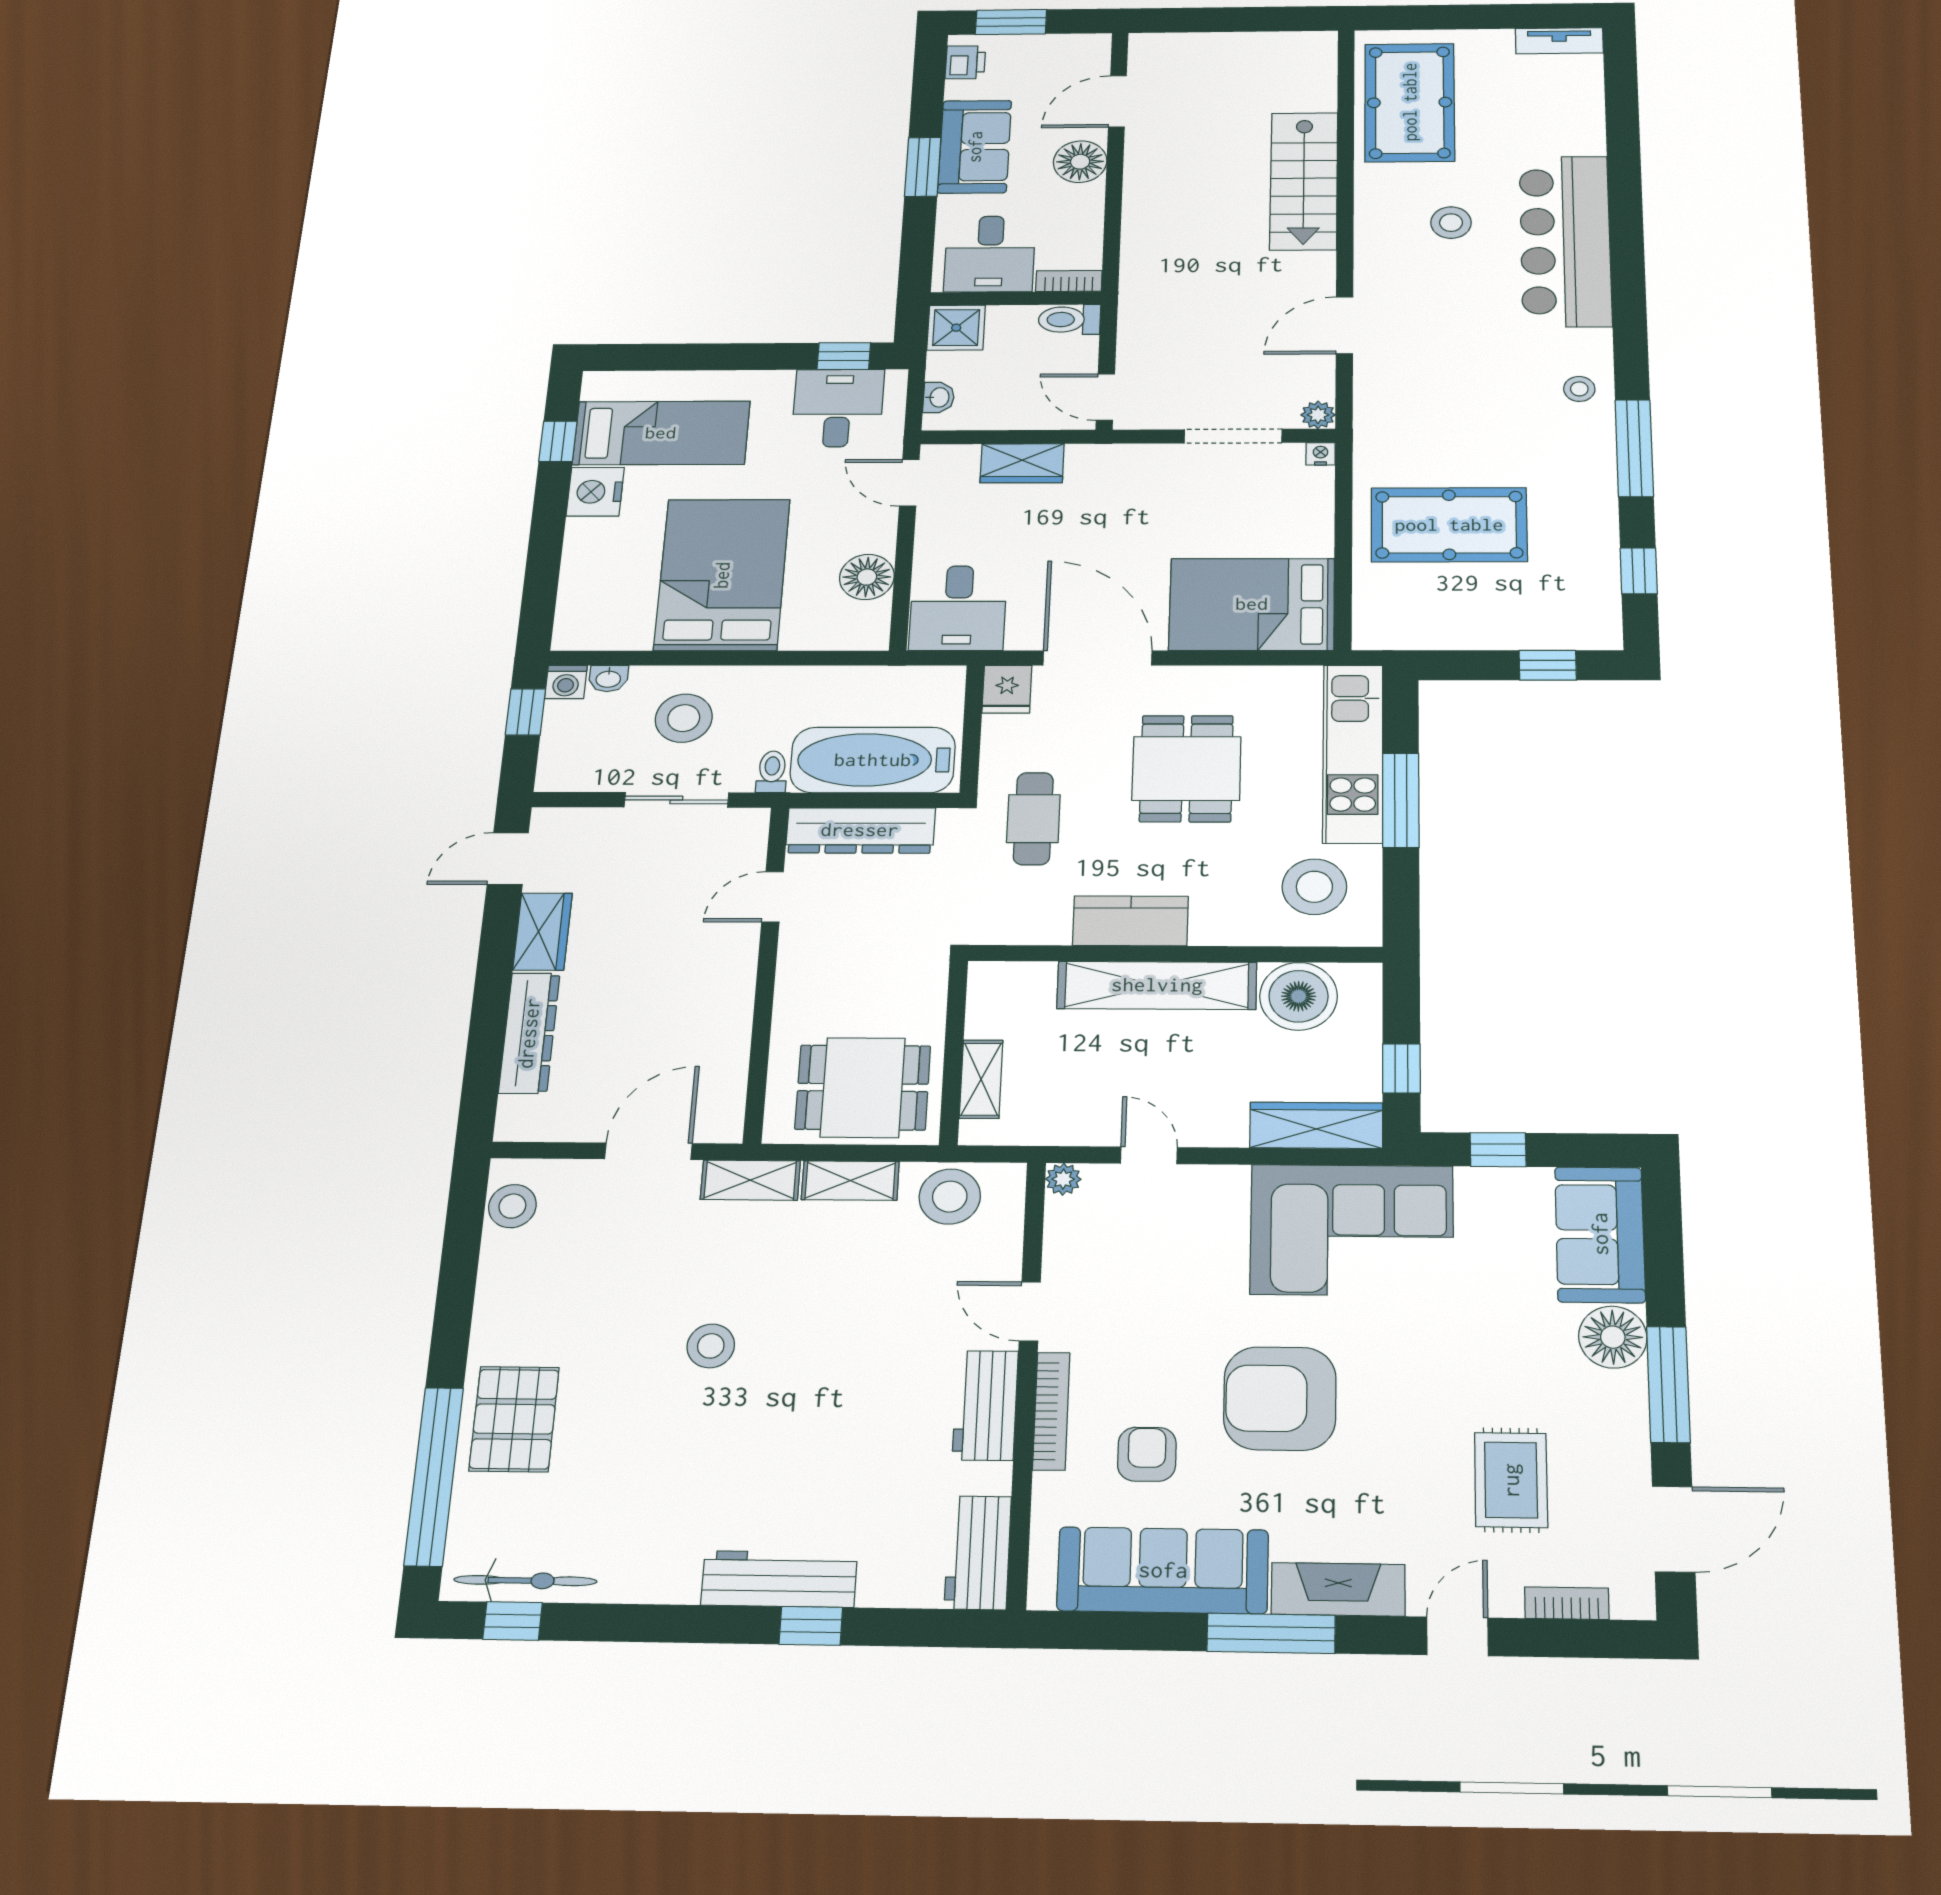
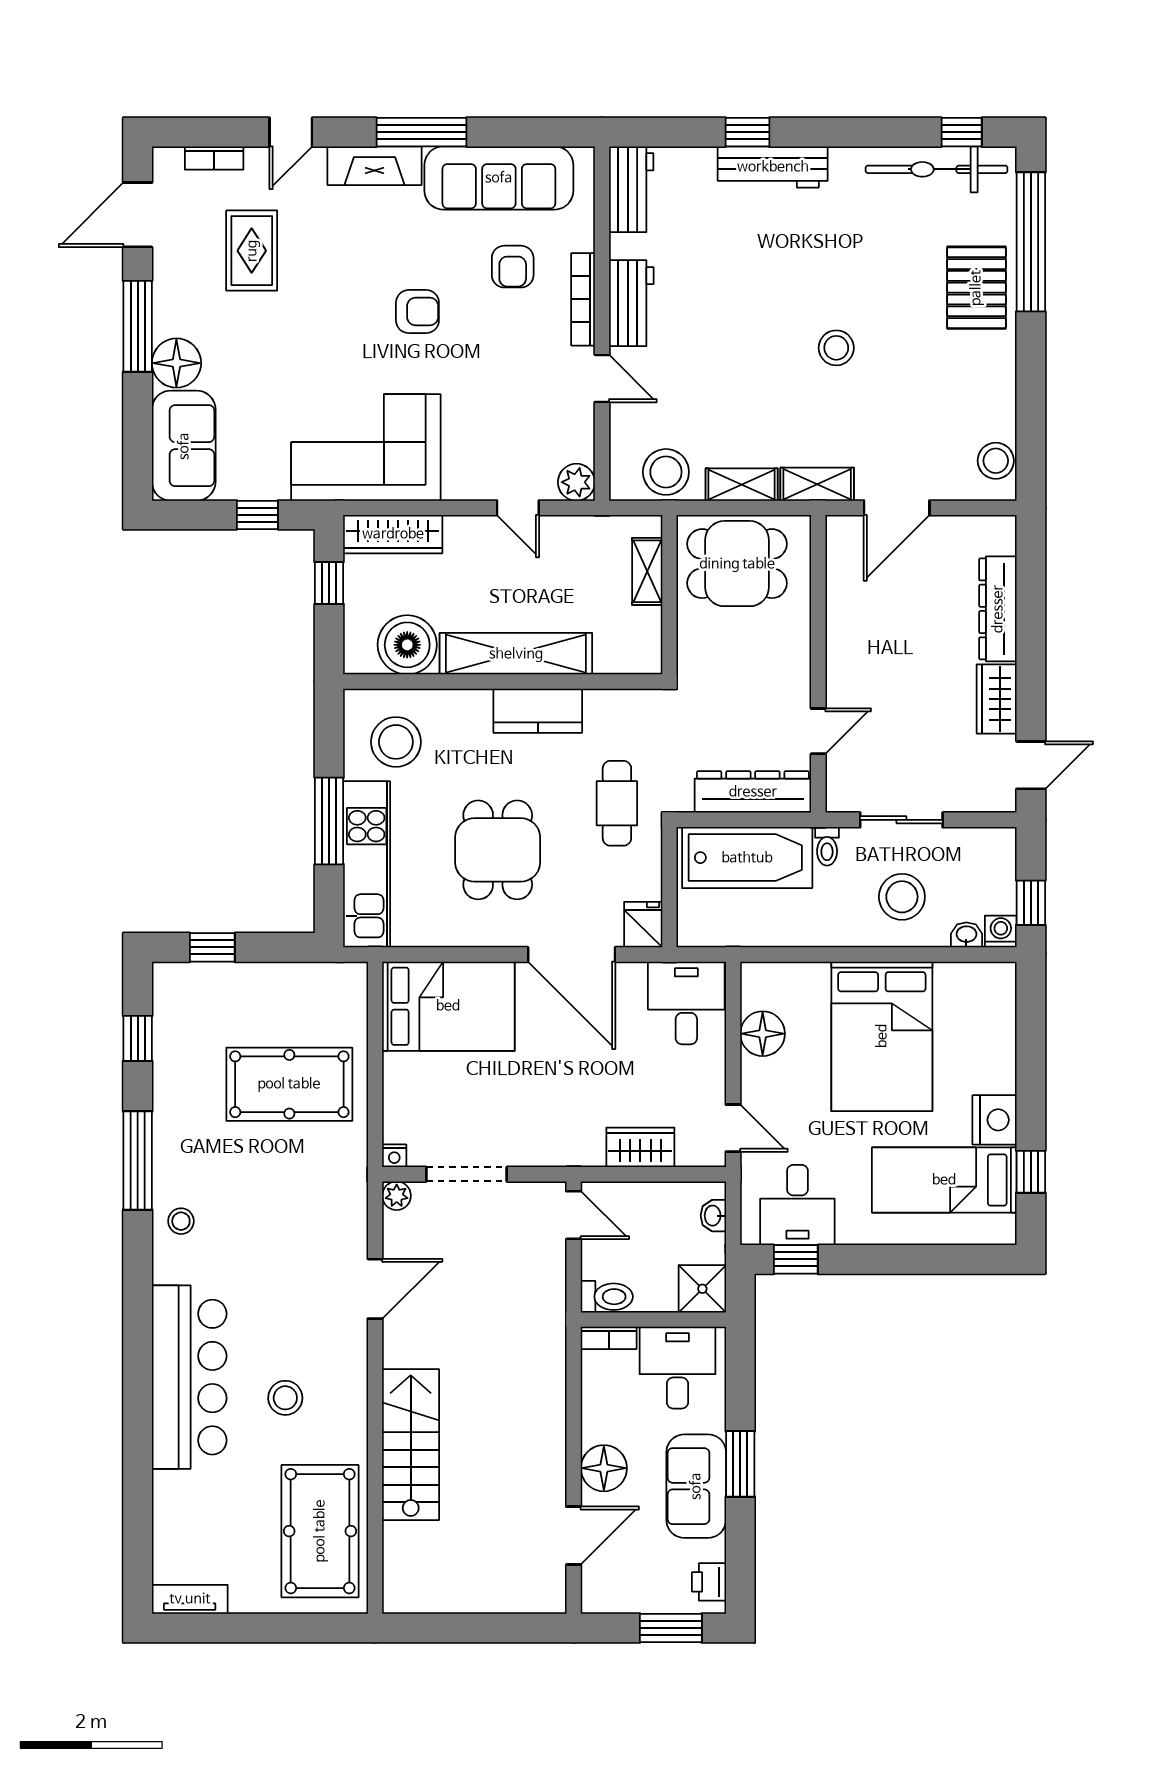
plant: (1063, 1179) -> (576, 482), width x1.38, depth x1.38
armchair: (1280, 1398) -> (417, 312), width x0.53, depth x0.53
bicycle: (525, 1581) -> (937, 169), width x1.37, depth x1.40

